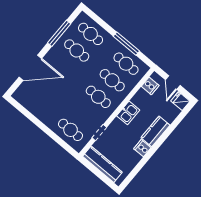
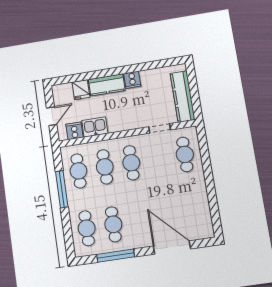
fridge: (180, 101) -> (81, 90), moved
kitchen sink: (128, 113) -> (95, 127), moved

